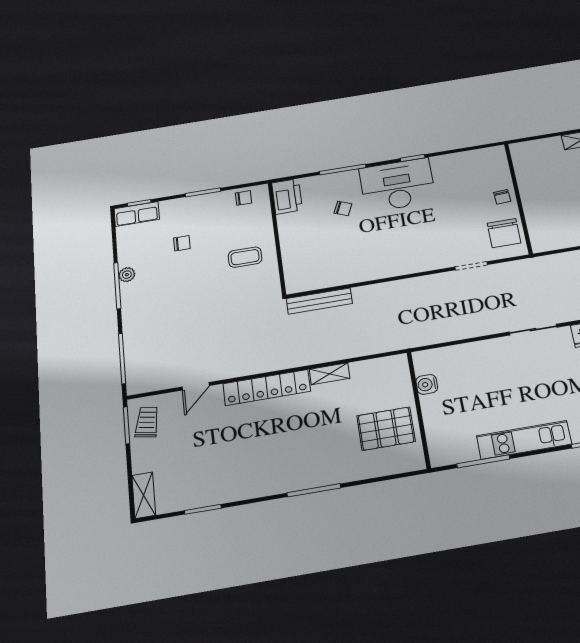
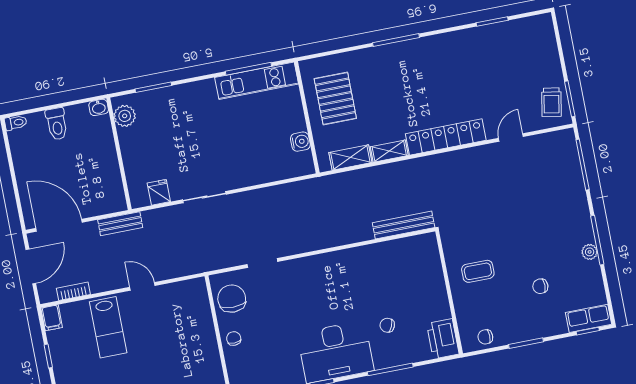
pallet: (386, 429) -> (335, 98), turned 90
kitchen unit: (524, 440) -> (257, 81), moved
shelving: (144, 495) -> (350, 157), moved, turned 90

